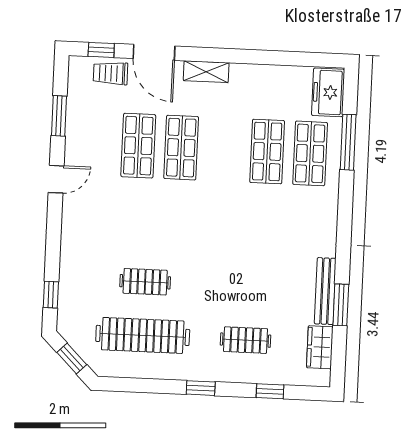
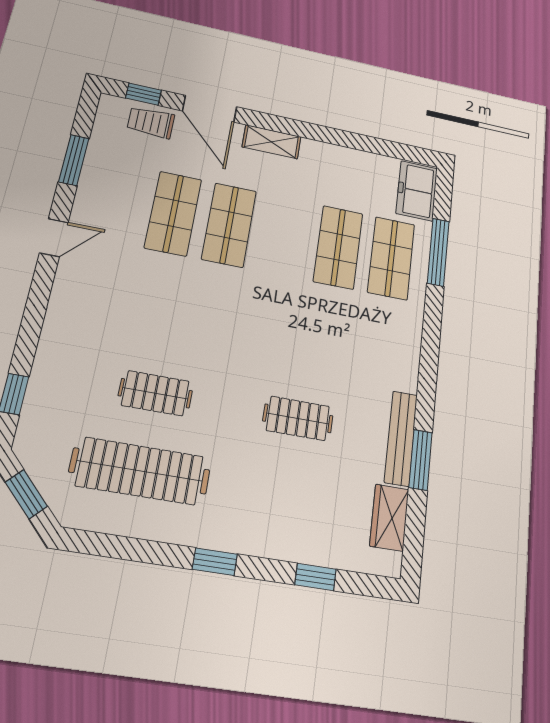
clothes rail: (245, 340) -> (298, 418), moved

